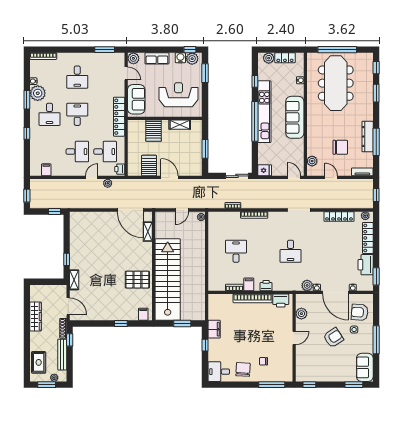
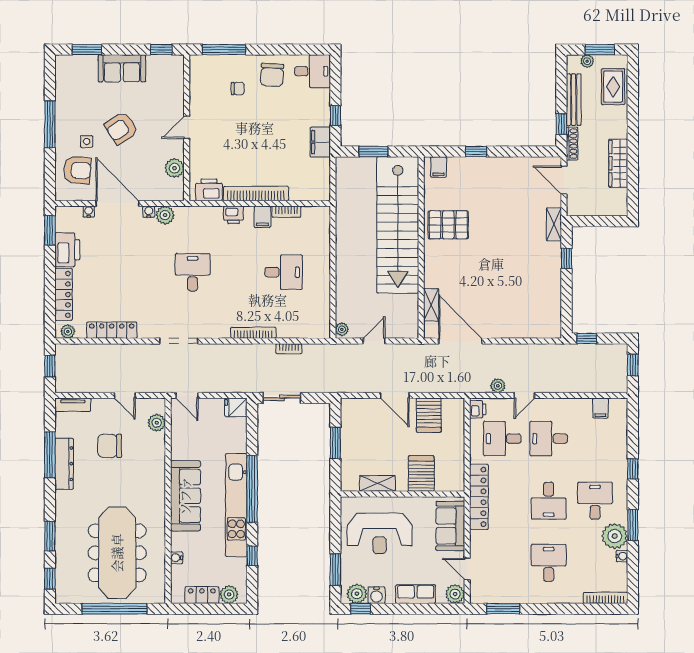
desk: (236, 251) -> (284, 272), turned -90
sofa: (365, 367) -> (122, 68), moved, turned 90

